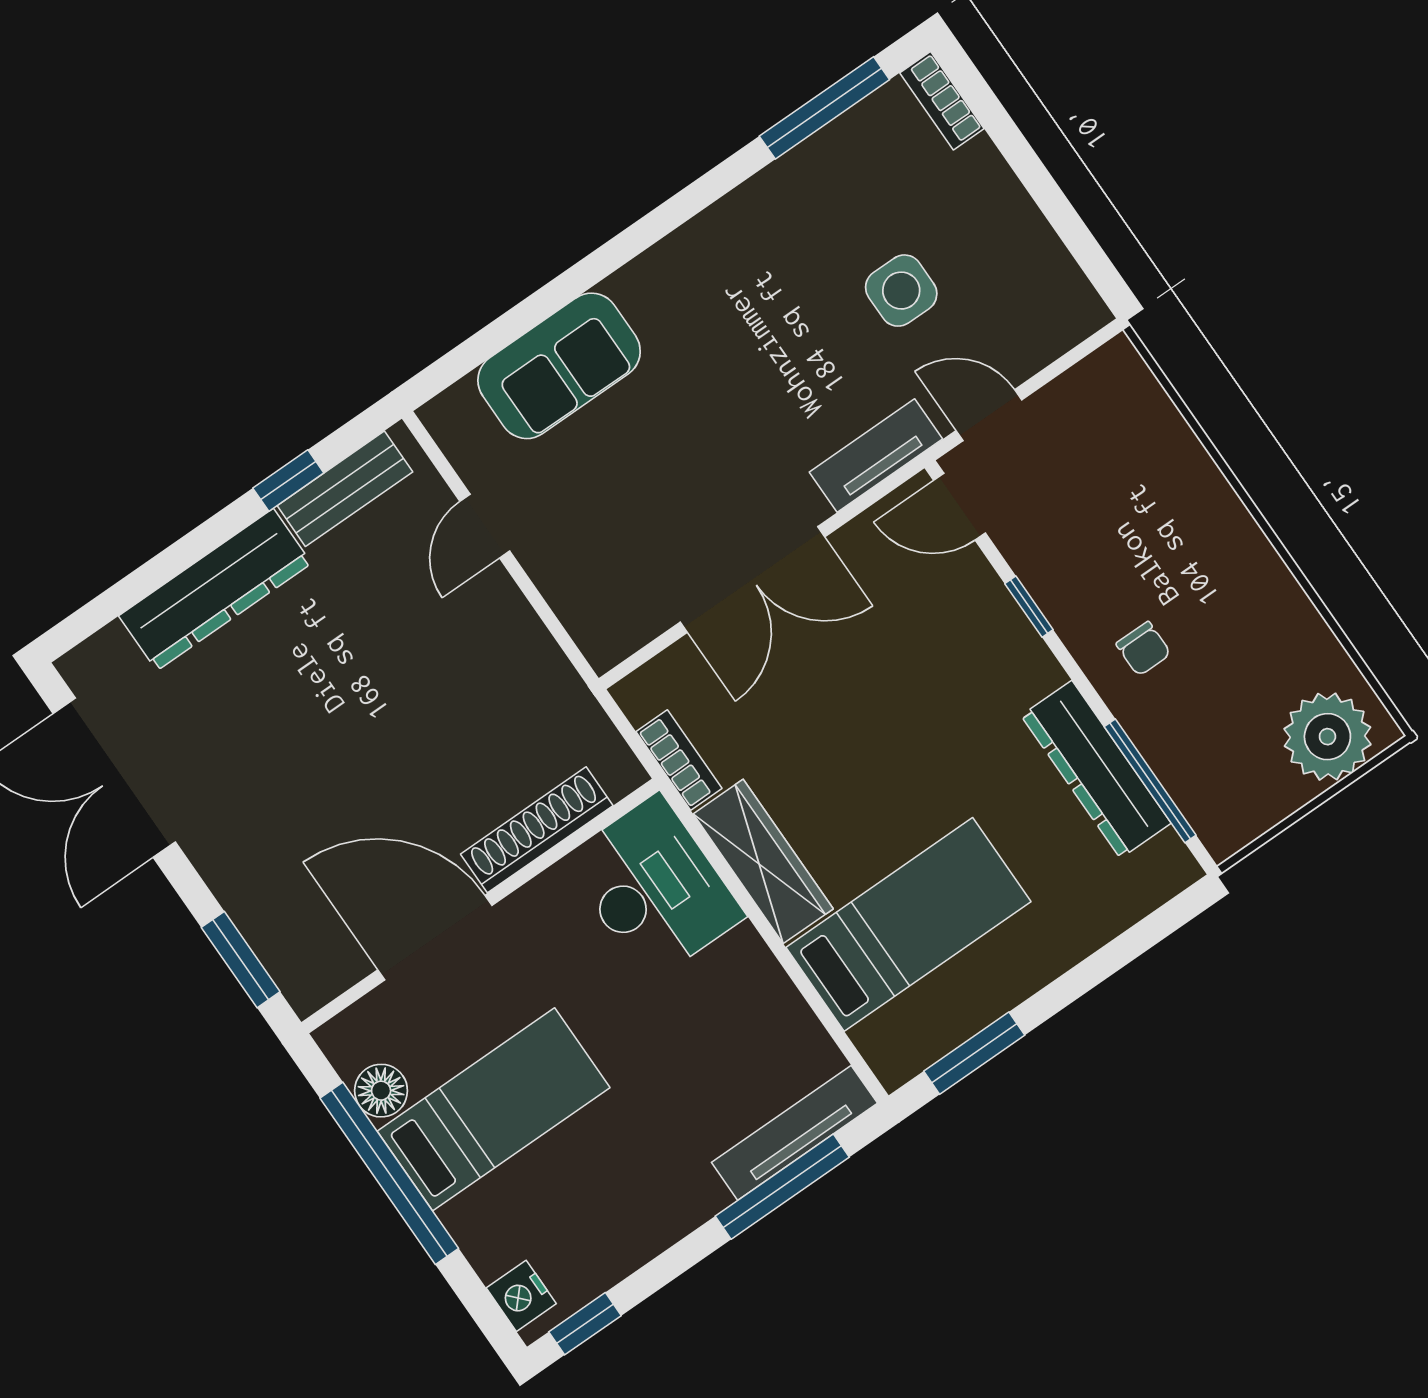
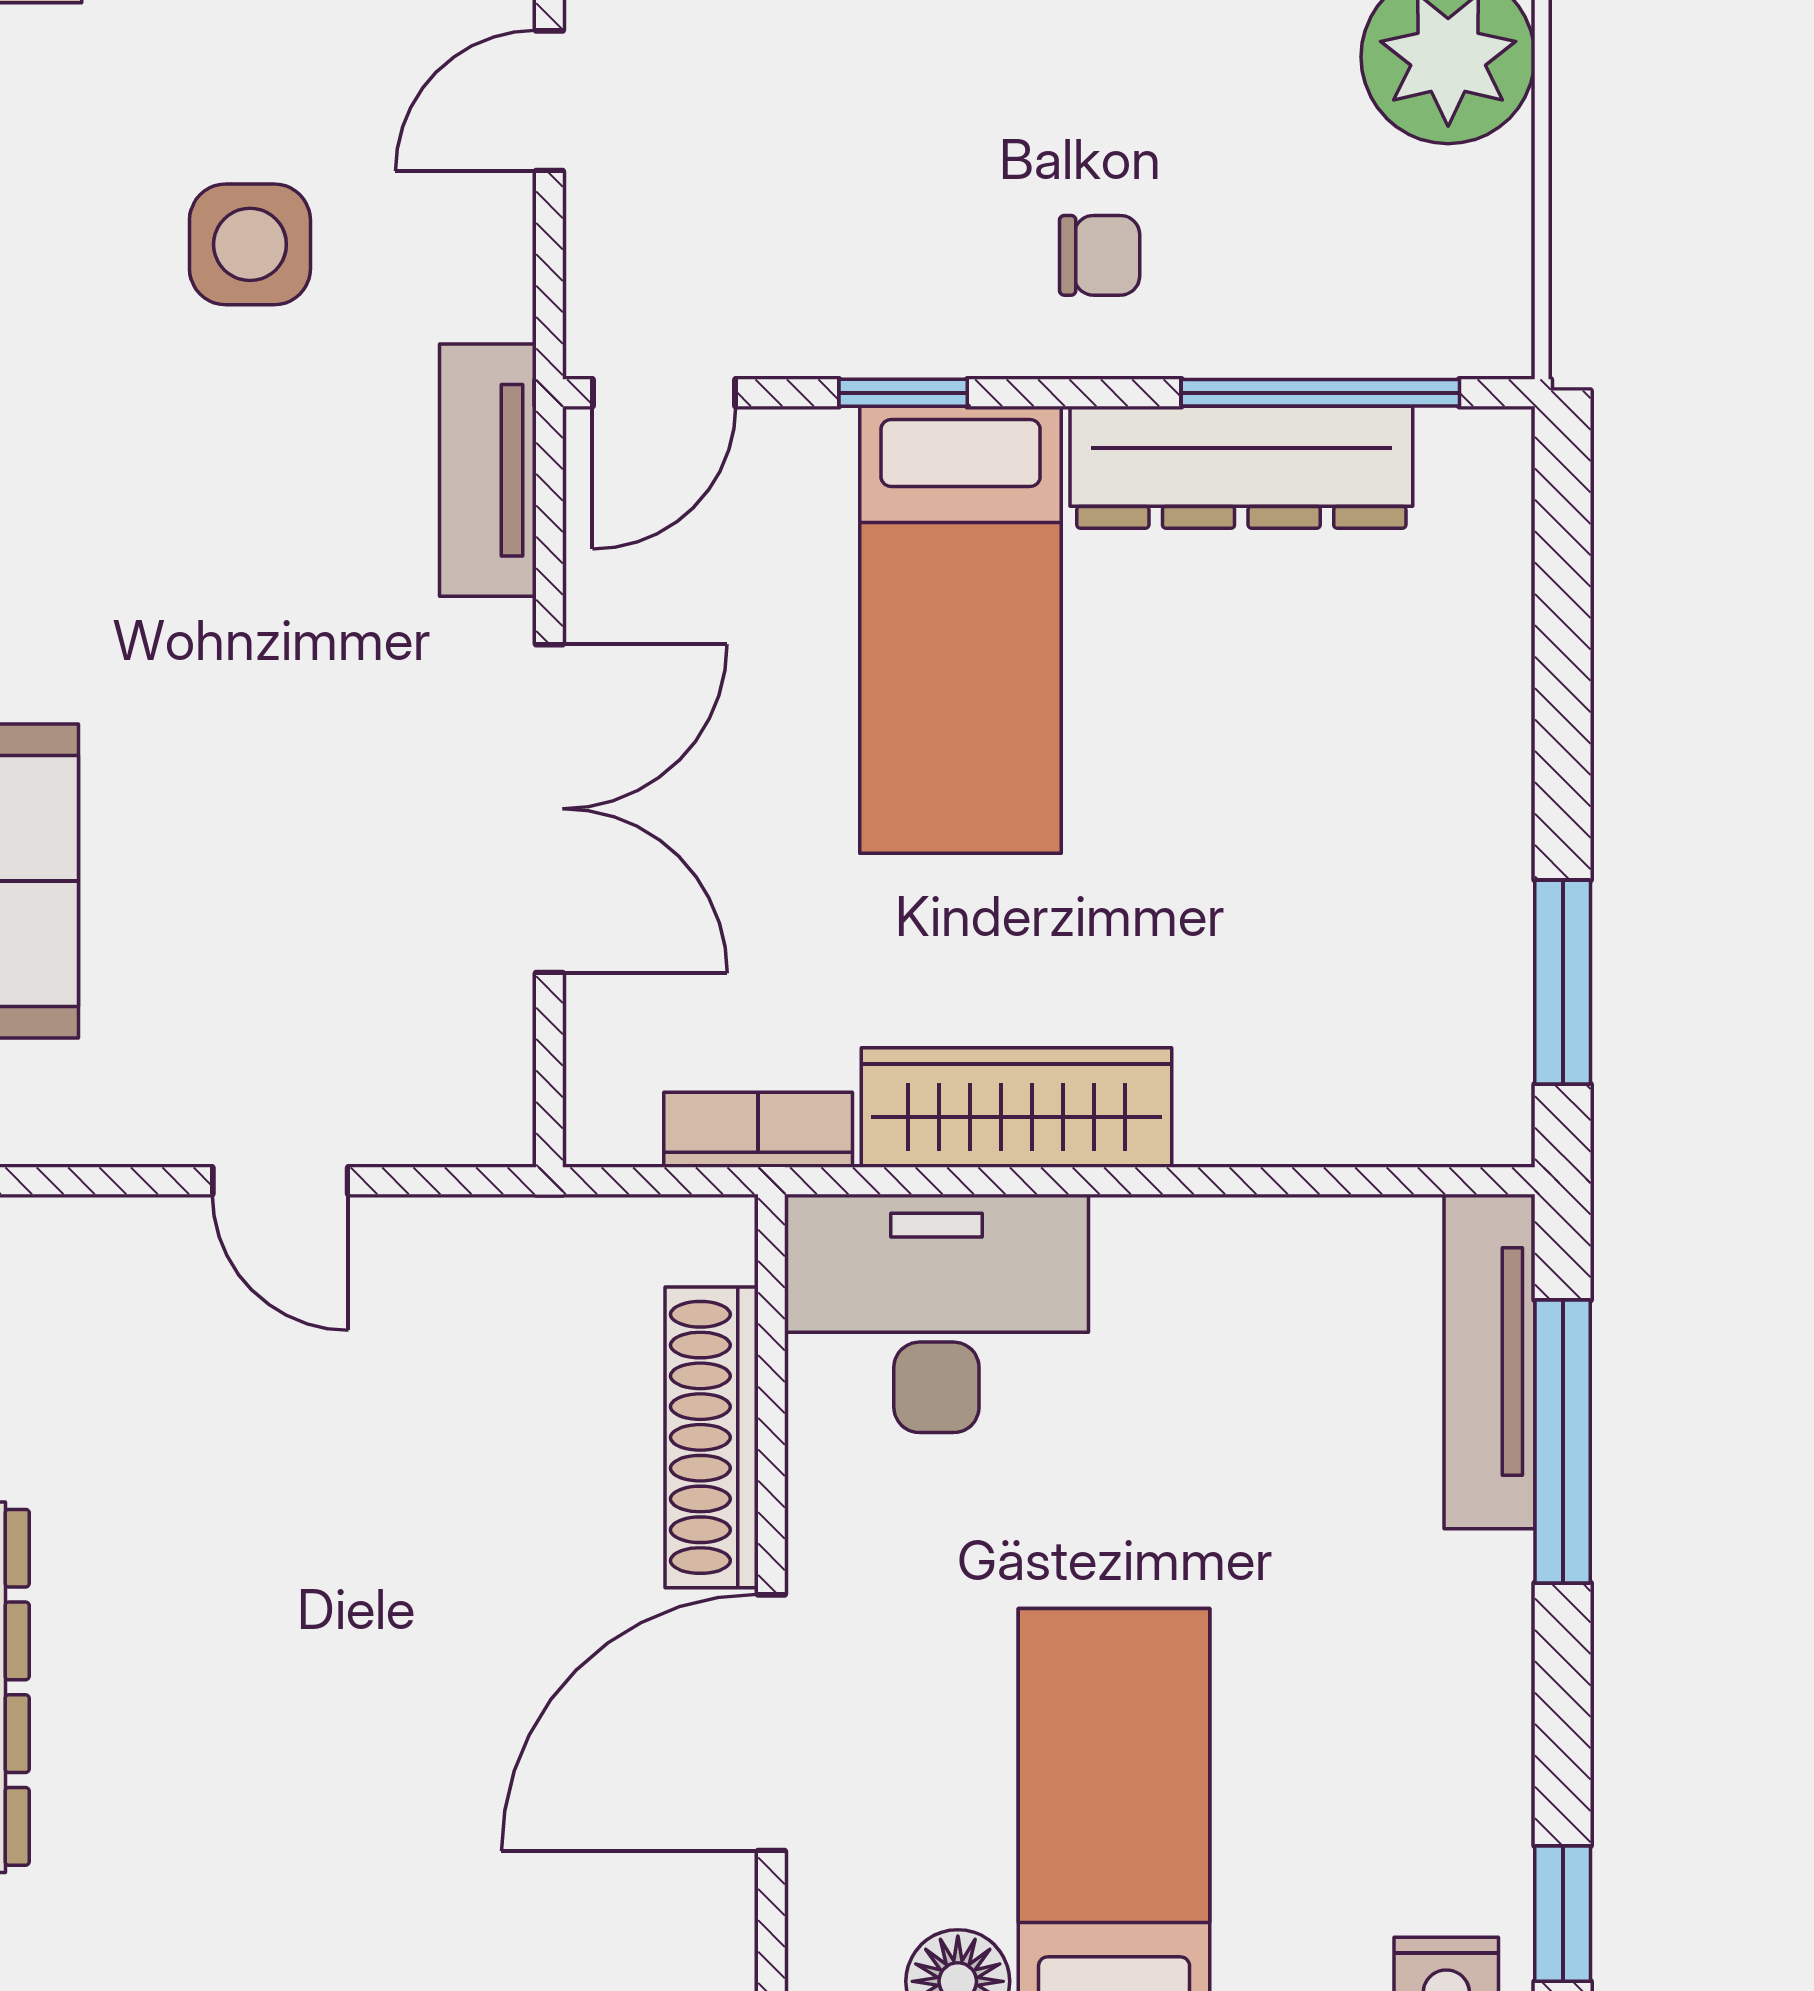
door: (989, 415) -> (549, 101), moved
door: (485, 526) -> (280, 1181), moved
bed: (908, 924) -> (961, 630), moved, turned 180

